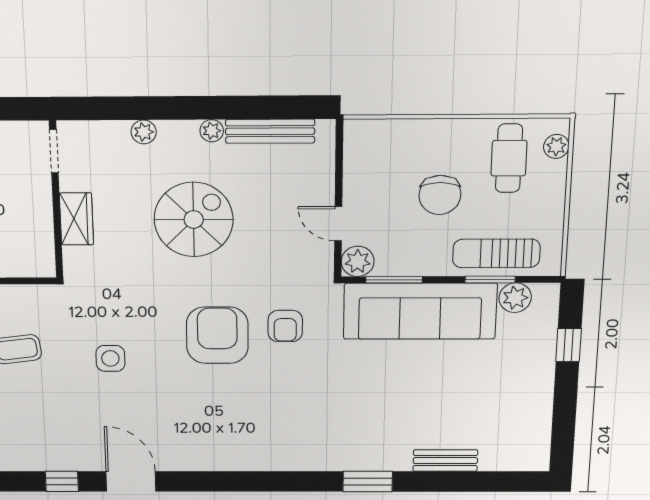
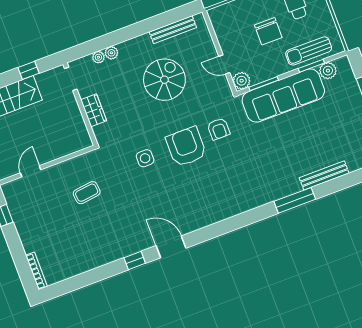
plant: (212, 131) -> (98, 57), moved
spiral stairs: (194, 220) -> (164, 80), moved
side table: (110, 358) -> (145, 158), moved
bench: (445, 461) -> (324, 175), width x1.36
window: (368, 482) -> (295, 200), width x1.44

